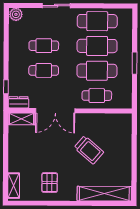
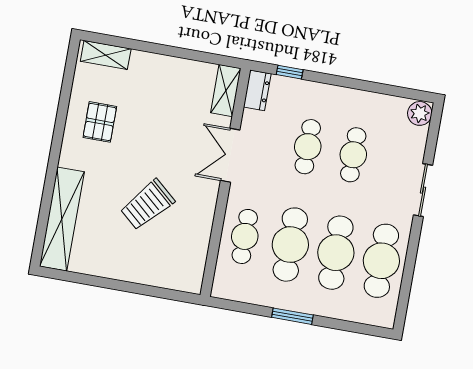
double door: (55, 111) -> (230, 155), width x0.73
pallet: (50, 183) -> (100, 122), turned 90

